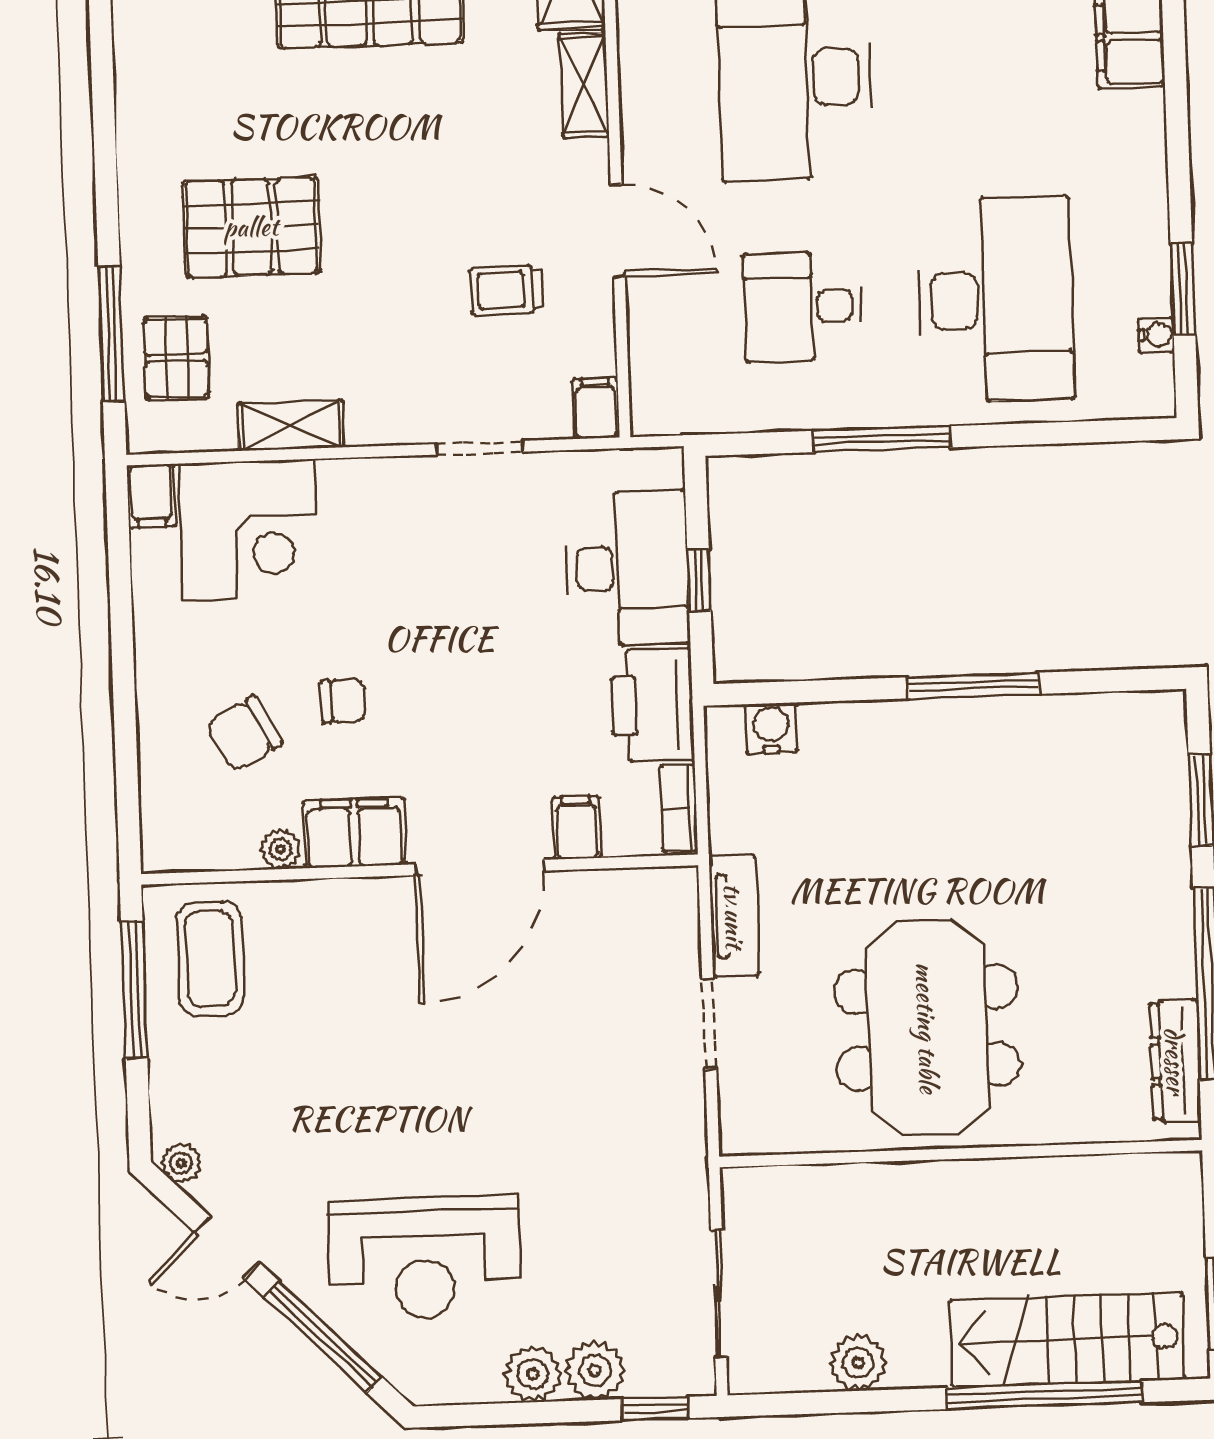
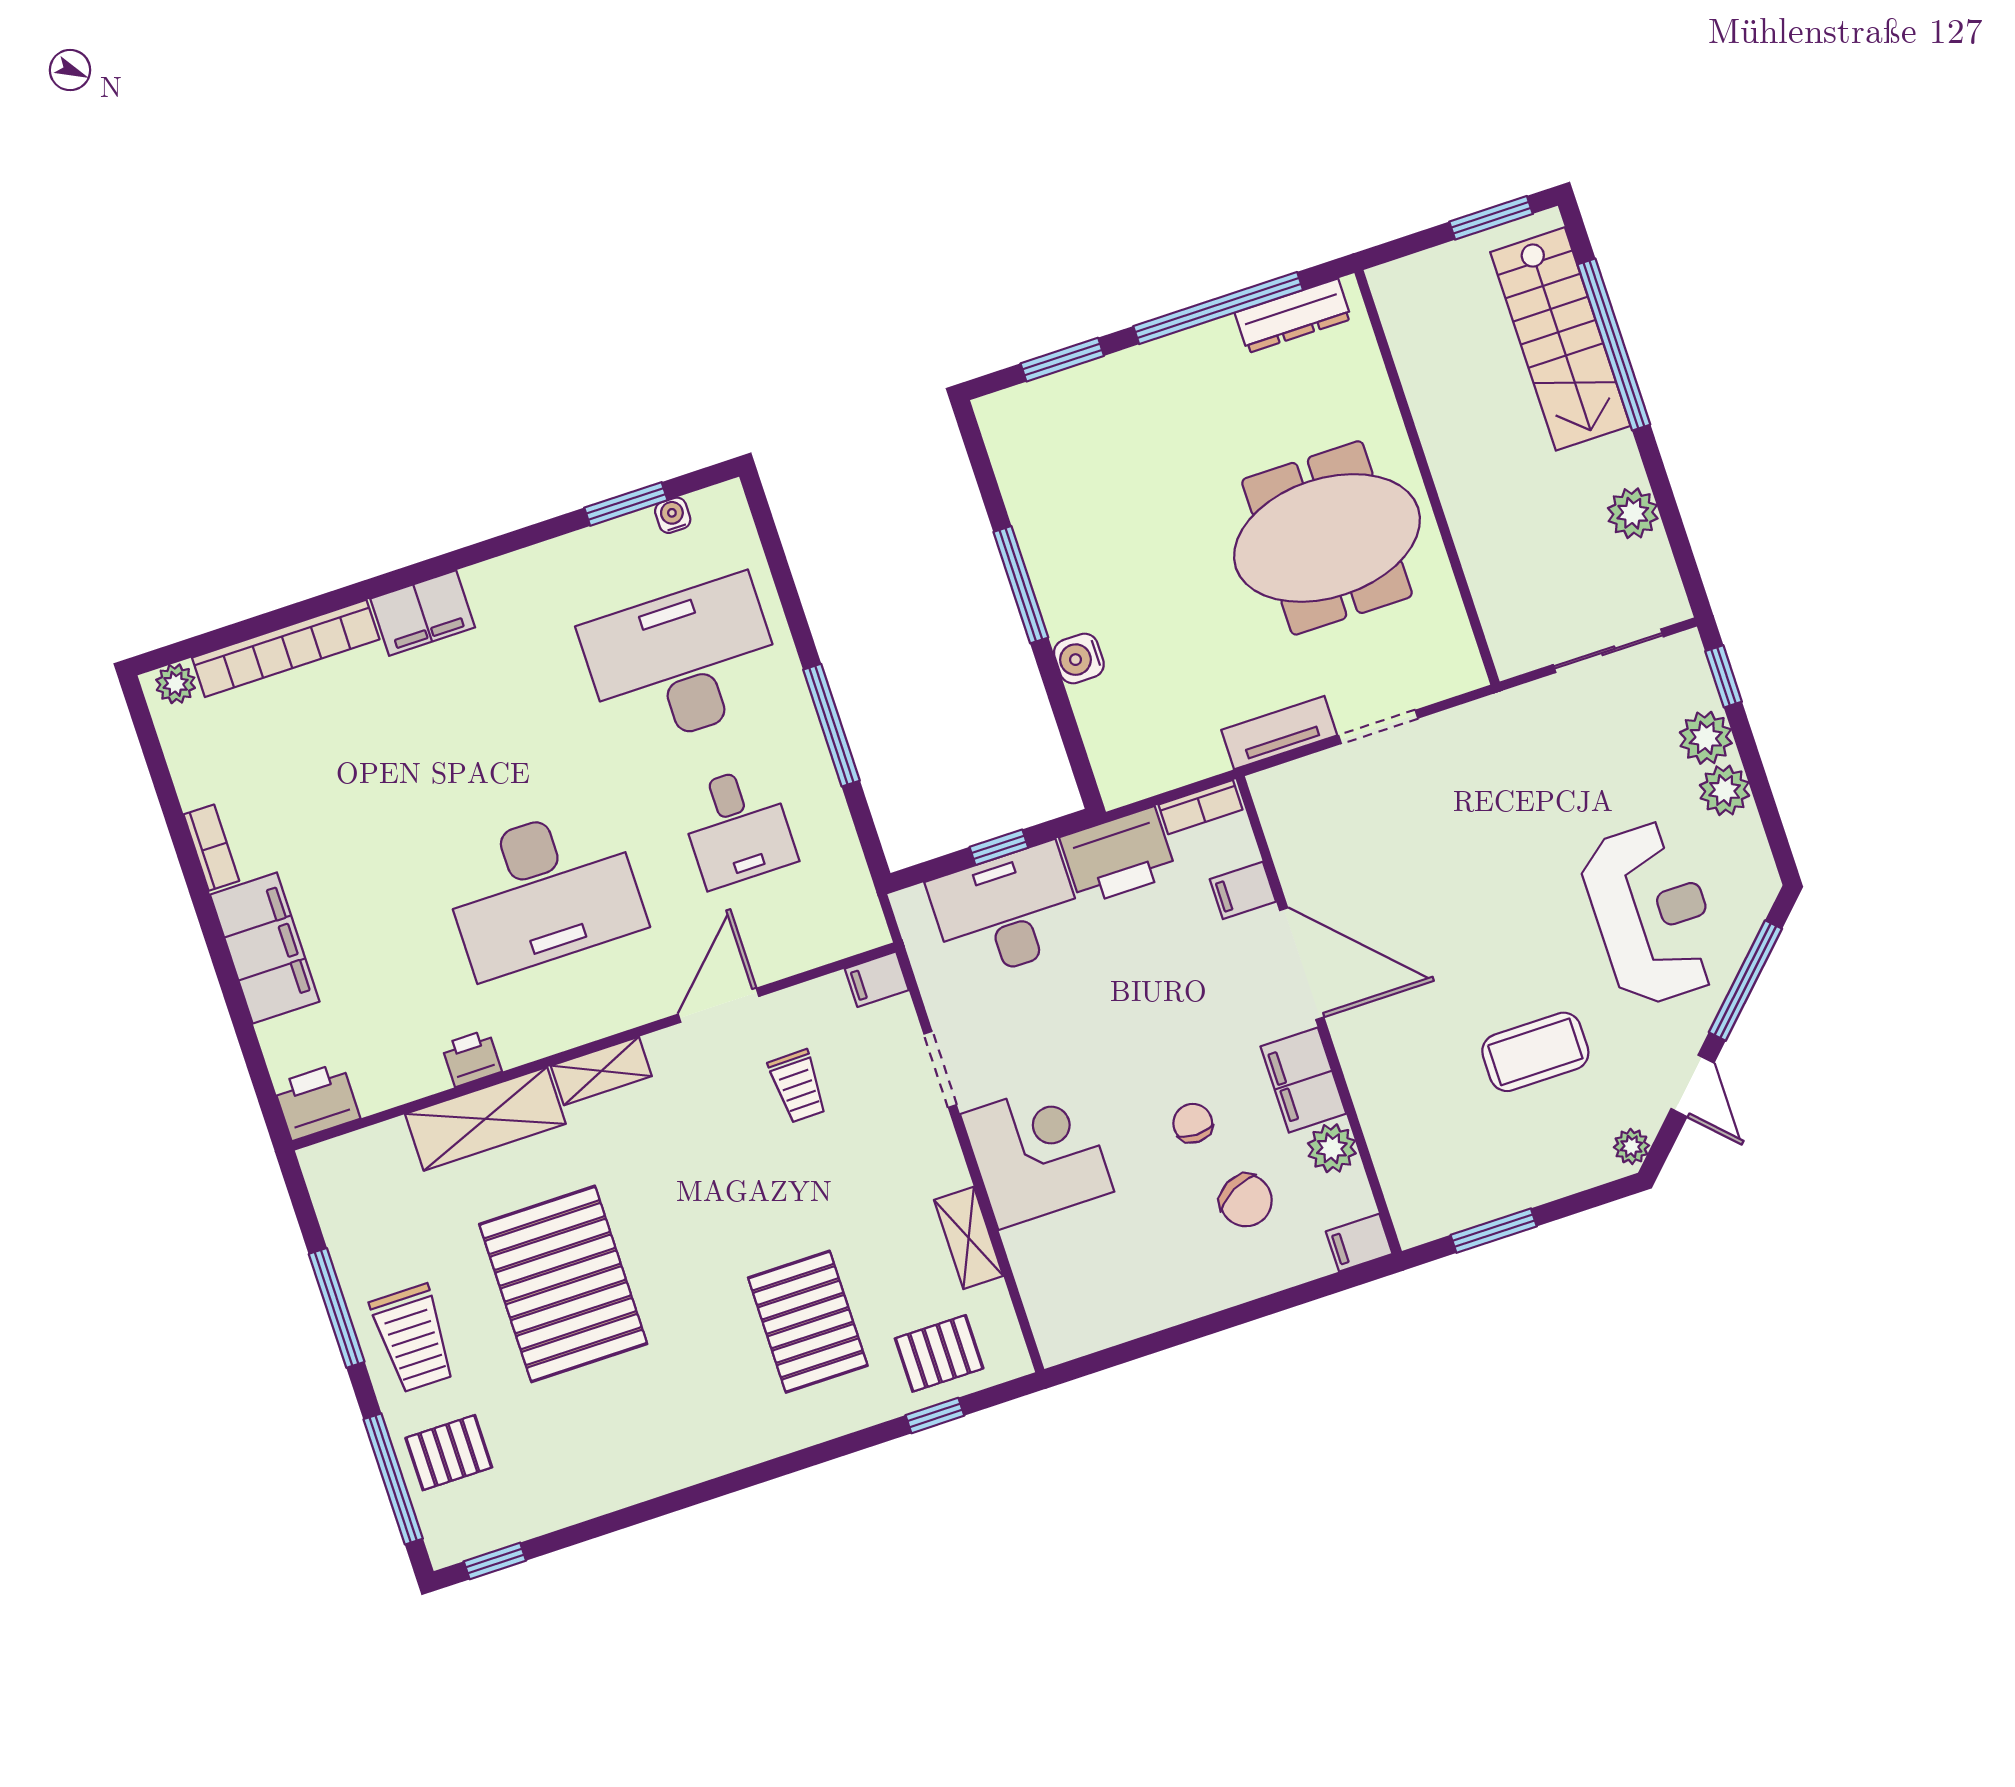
window: (111, 334) -> (935, 1415), width x0.46
filing cabinet: (151, 496) -> (1359, 1243), moved, turned 180
corner desk: (248, 529) -> (1037, 1153), moved
water cooler: (771, 728) -> (1079, 658), moved
plant: (281, 849) -> (1332, 1148), width x1.38, depth x1.38
coffee table: (210, 959) -> (1535, 1052), moved
window: (134, 989) -> (1494, 1231), width x0.69

